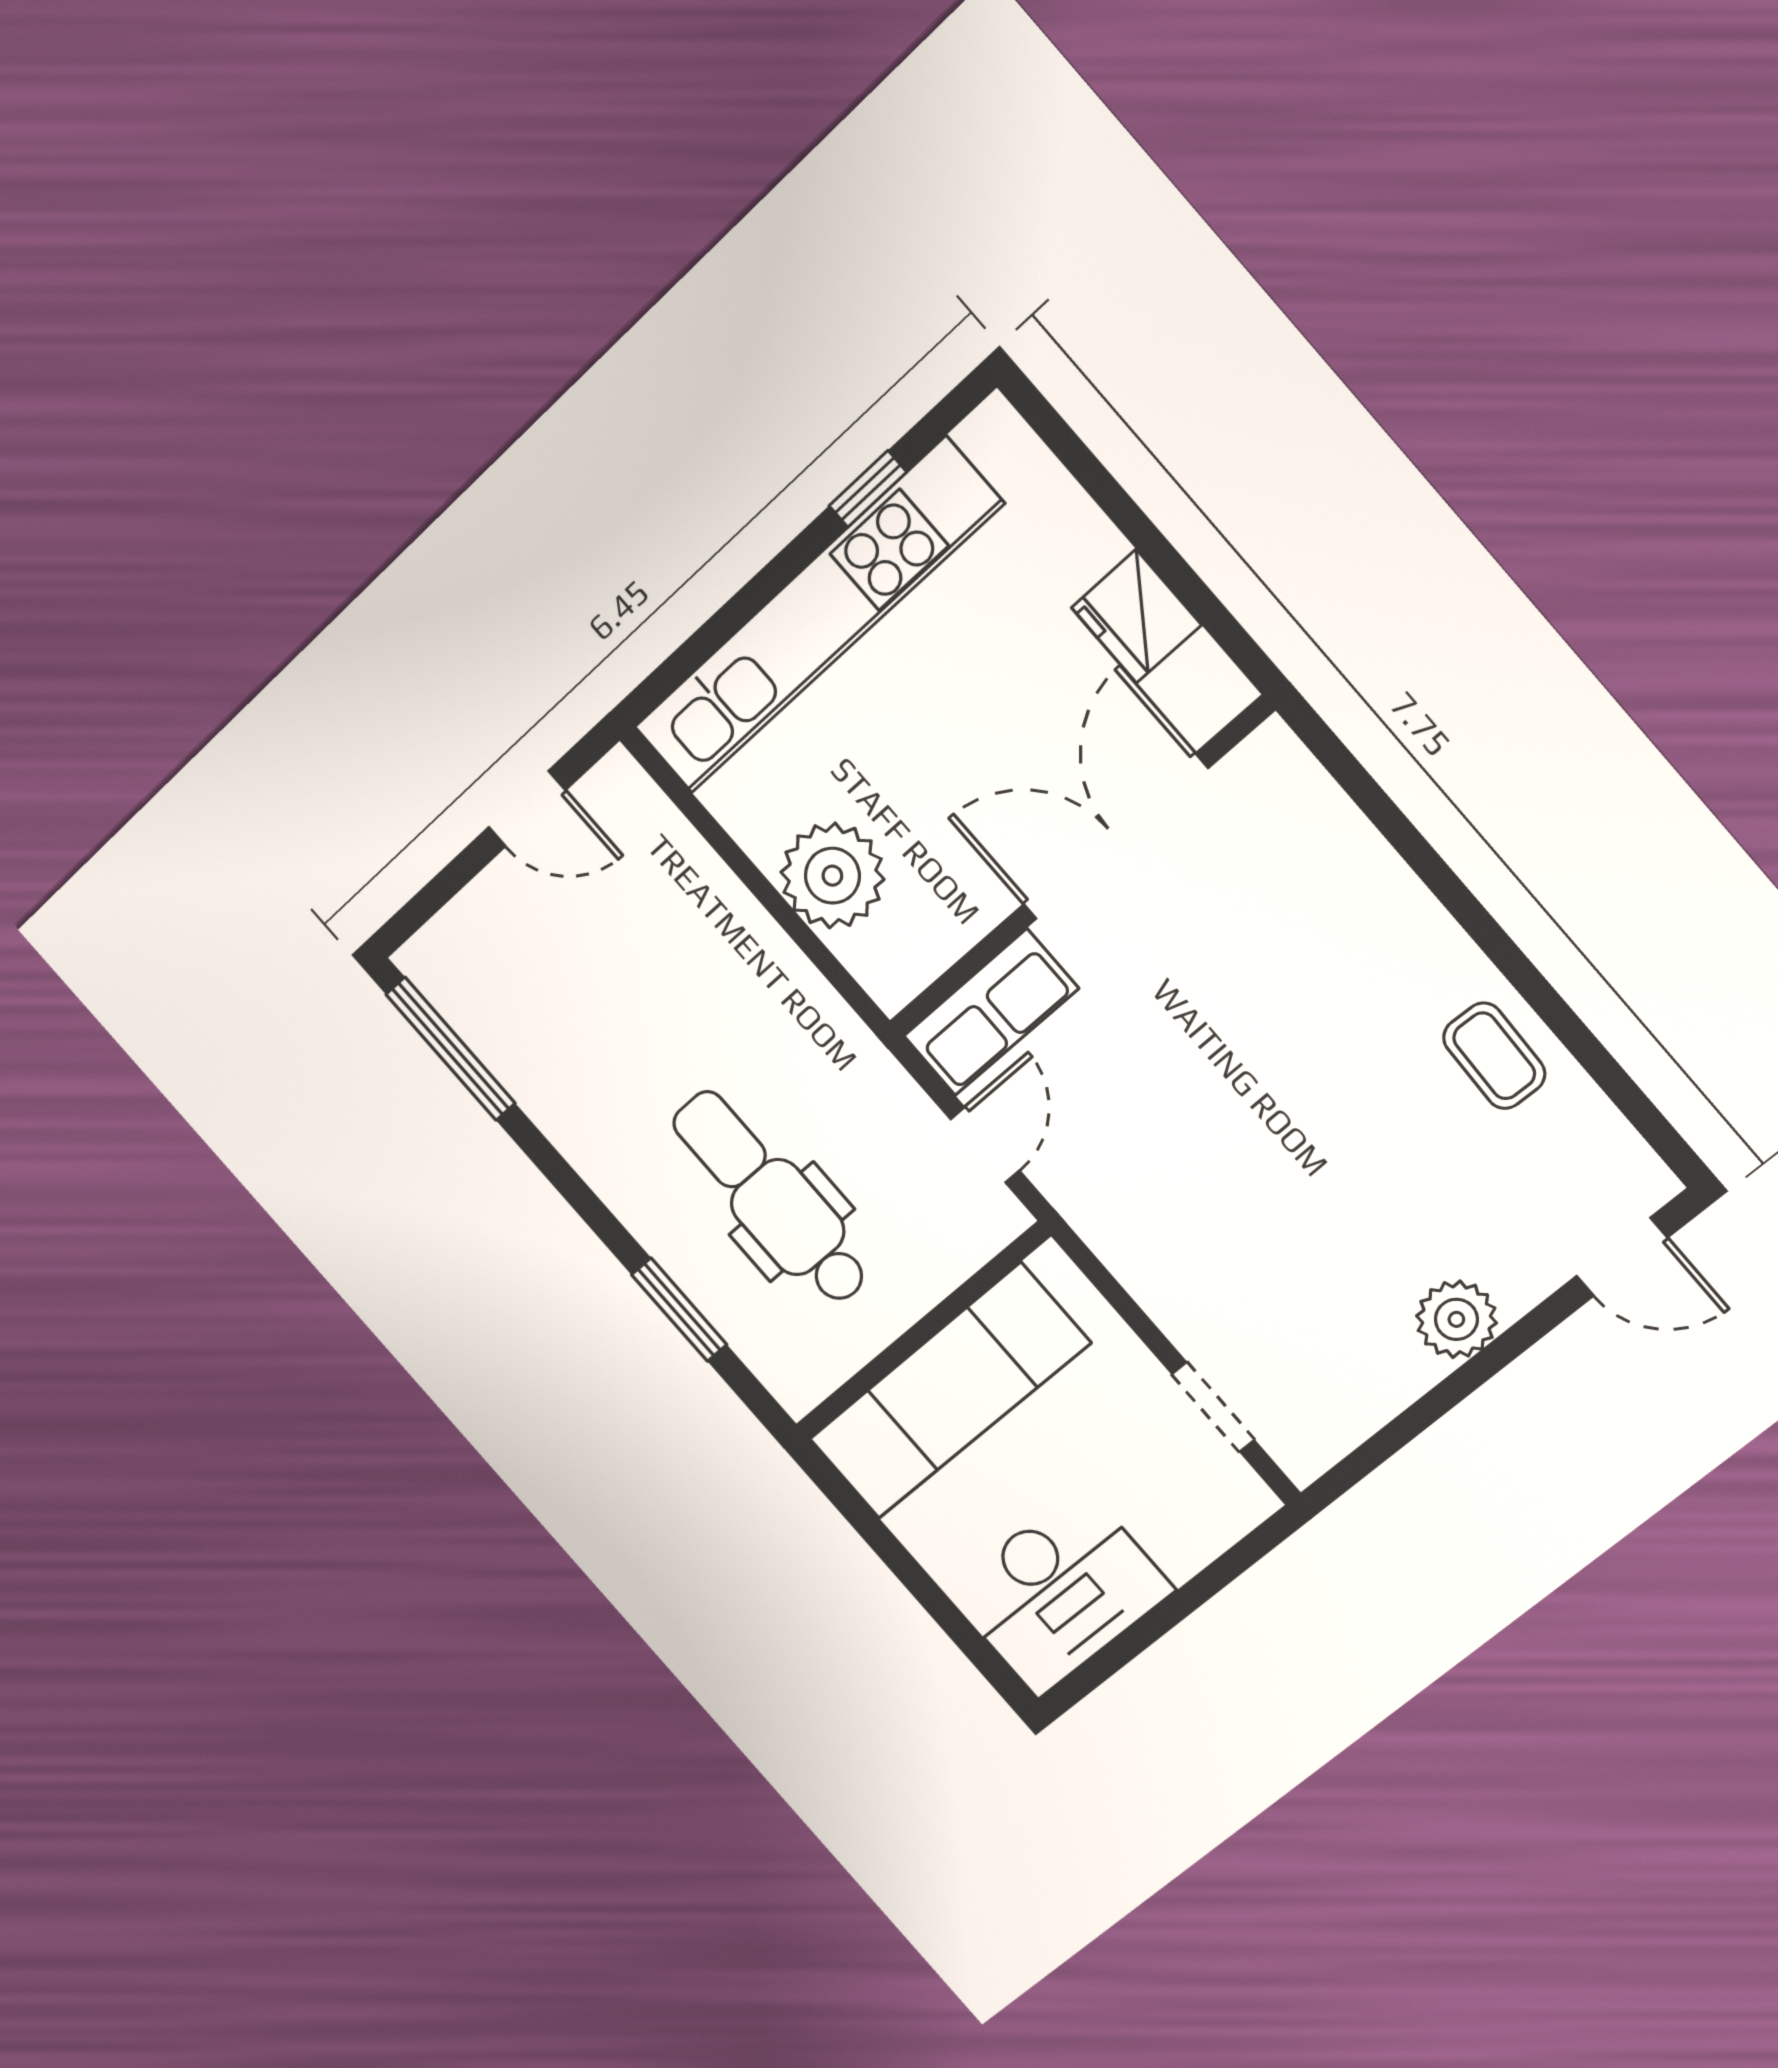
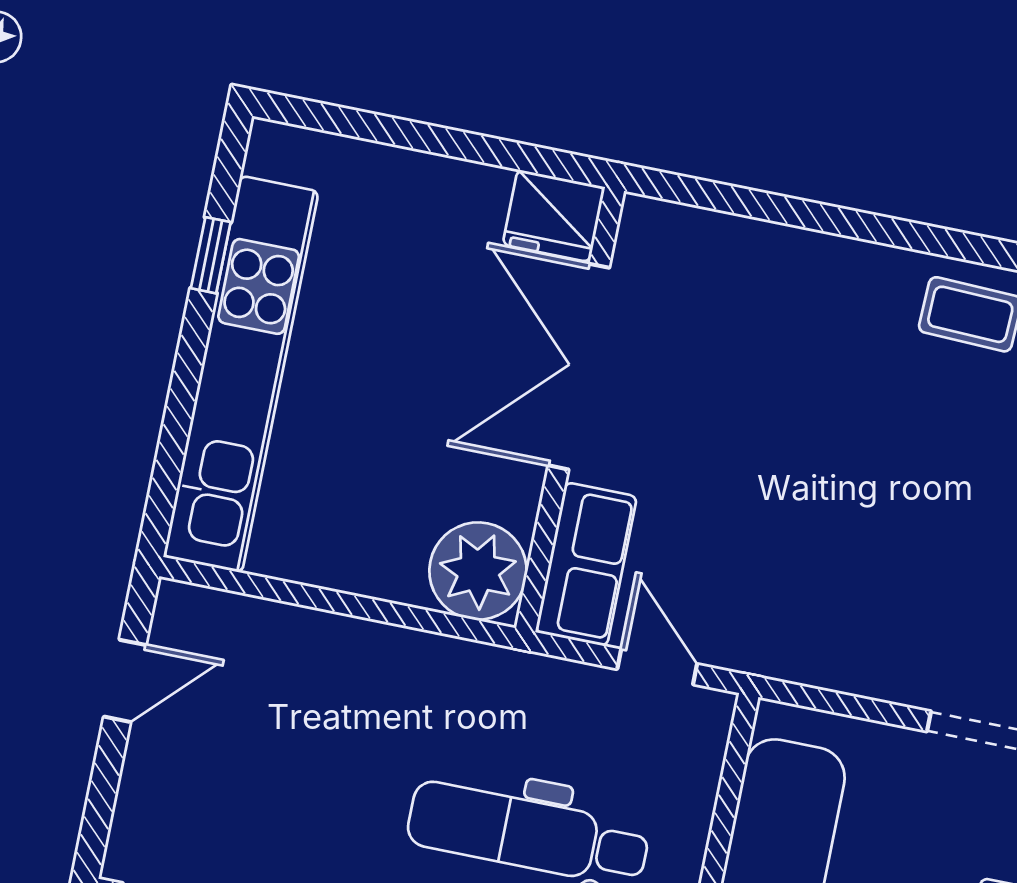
fridge: (1136, 616) -> (554, 216), moved
plant: (832, 876) -> (478, 571), moved

